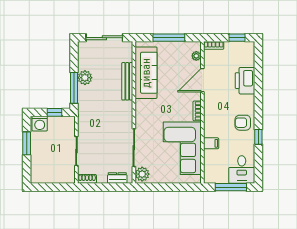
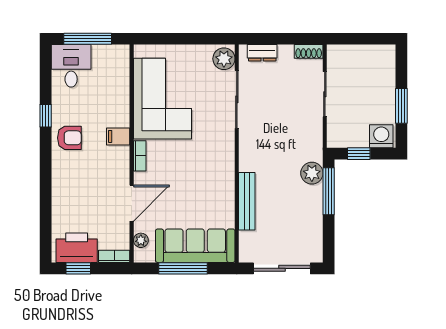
sofa: (146, 73) -> (195, 246), moved, turned 90
plant: (85, 78) -> (312, 173), moved
printer: (245, 81) -> (77, 248), moved, turned -90
filing cabinet: (211, 143) -> (118, 136), moved

